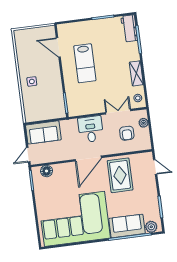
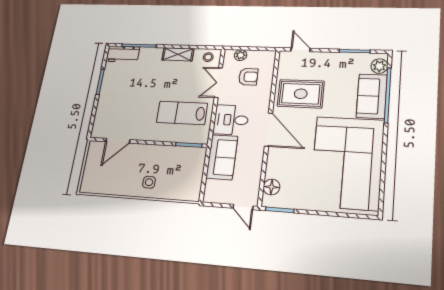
lab bench: (85, 63) -> (182, 113), moved, turned 180
sofa: (43, 132) -> (222, 157), moved
door: (155, 167) -> (300, 50), hinge flipped

